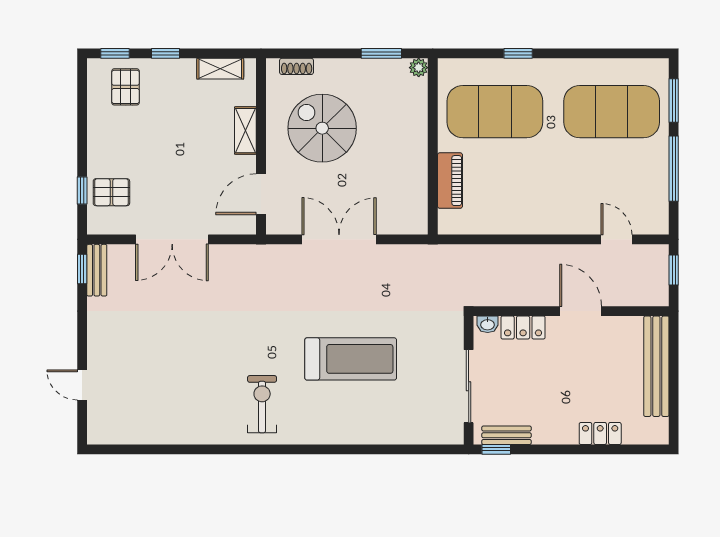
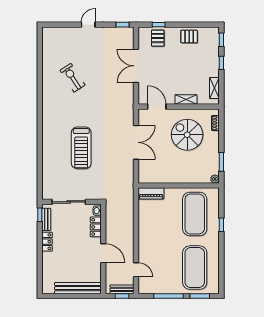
pallet: (126, 87) -> (189, 37), moved
spiral stairs: (322, 128) -> (187, 135), turned -90
piano: (450, 181) -> (151, 193), moved
door: (617, 239) -> (136, 270), hinge flipped
bench: (97, 270) -> (122, 289), moved
door: (581, 311) -> (103, 253), hinge flipped
door: (82, 385) -> (88, 25), moved
exercise bike: (262, 404) -> (72, 78), moved, turned -123
locker: (600, 433) -> (47, 242), moved

